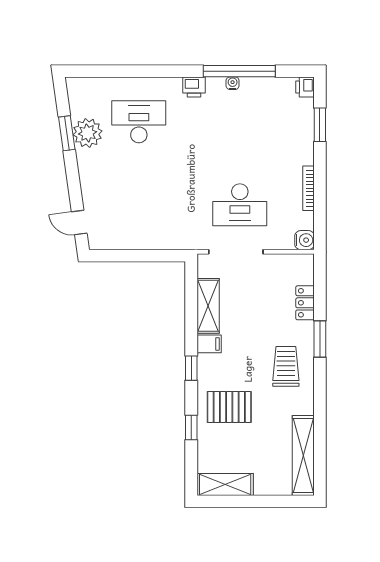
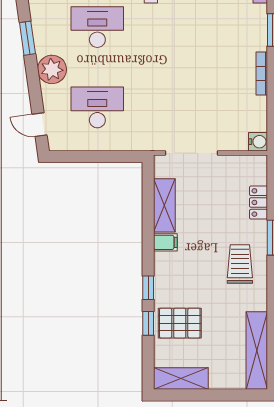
plant: (88, 133) -> (52, 69), moved
bookcase: (308, 188) -> (262, 73), moved
desk: (240, 205) -> (97, 107), moved, turned 180
window: (191, 368) -> (148, 288), moved
pallet: (229, 407) -> (180, 323), moved

